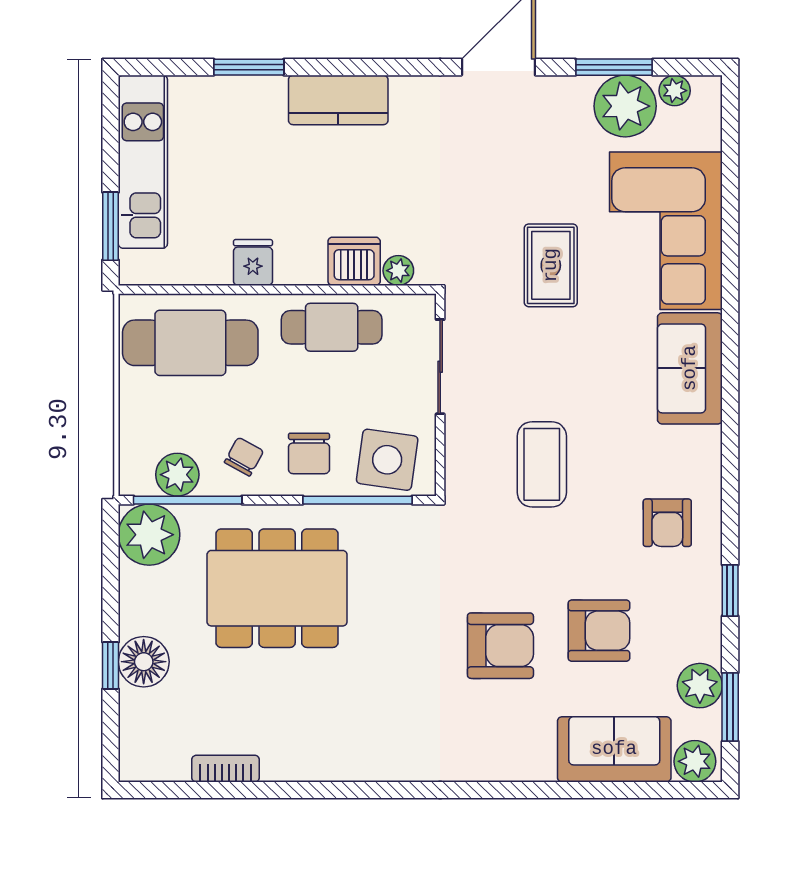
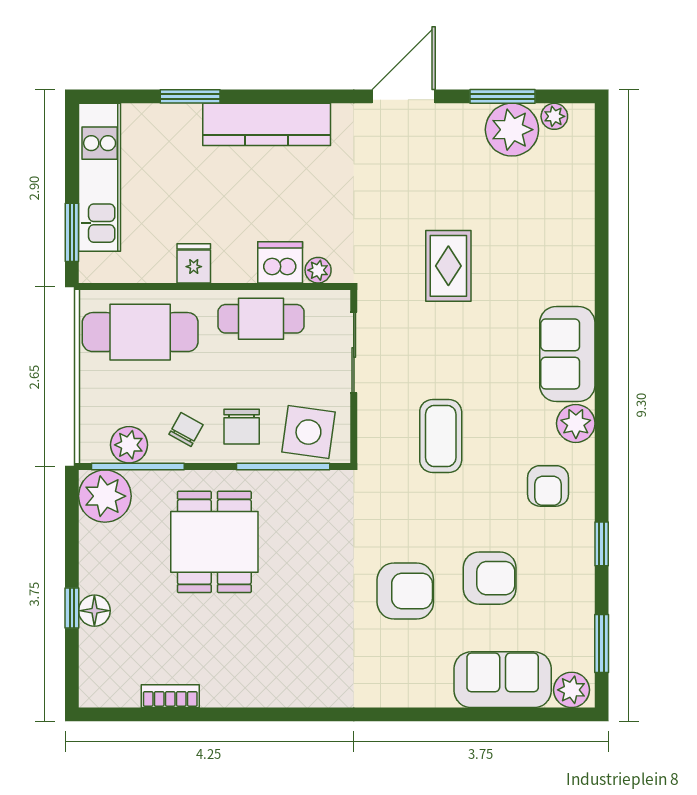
kitchen counter: (338, 100) -> (267, 124), width x1.50
corner sofa: (666, 231) -> (547, 236), removed
dining table: (277, 588) -> (214, 542), width x0.73
floor lamp: (144, 662) -> (94, 611), width x0.73, depth x0.73
plant: (700, 686) -> (576, 423), moved

